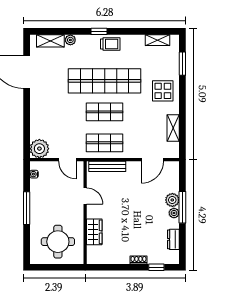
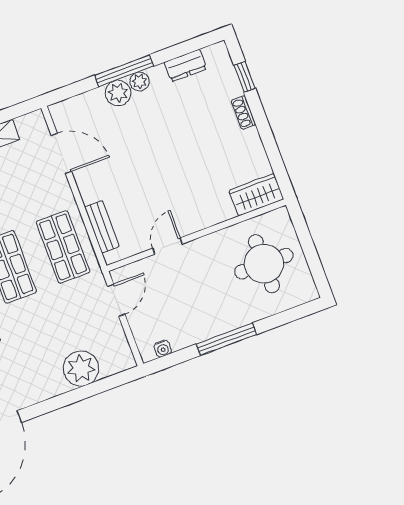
plant: (39, 149) -> (81, 368), moved
bench: (107, 166) -> (102, 227), width x0.73
wardrobe: (94, 232) -> (256, 195), moved

